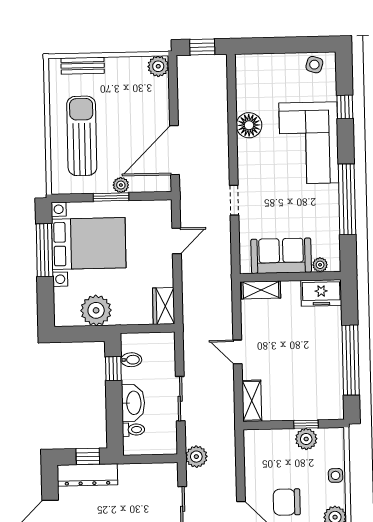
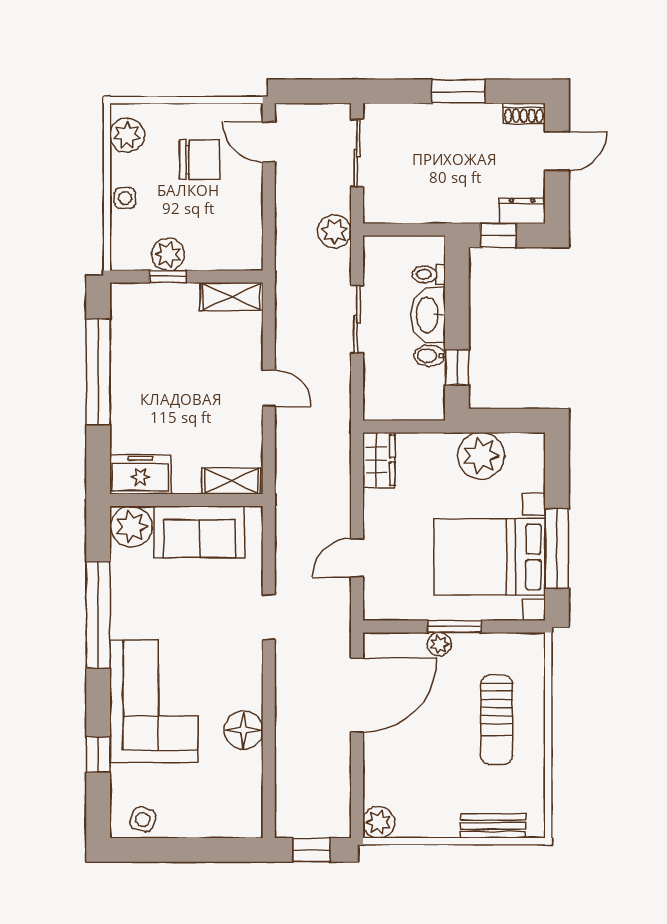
sun lounger: (82, 136) -> (497, 720), width x0.73, depth x0.75
plant: (320, 265) -> (131, 527), width x1.87, depth x1.87
bidet: (131, 360) -> (429, 356), moved
shelving: (252, 401) -> (232, 296), moved, turned 90
dresser: (87, 475) -> (522, 211), width x0.51, depth x0.80

